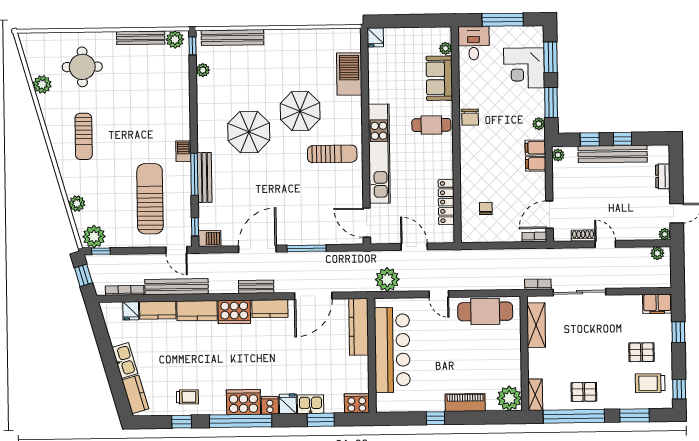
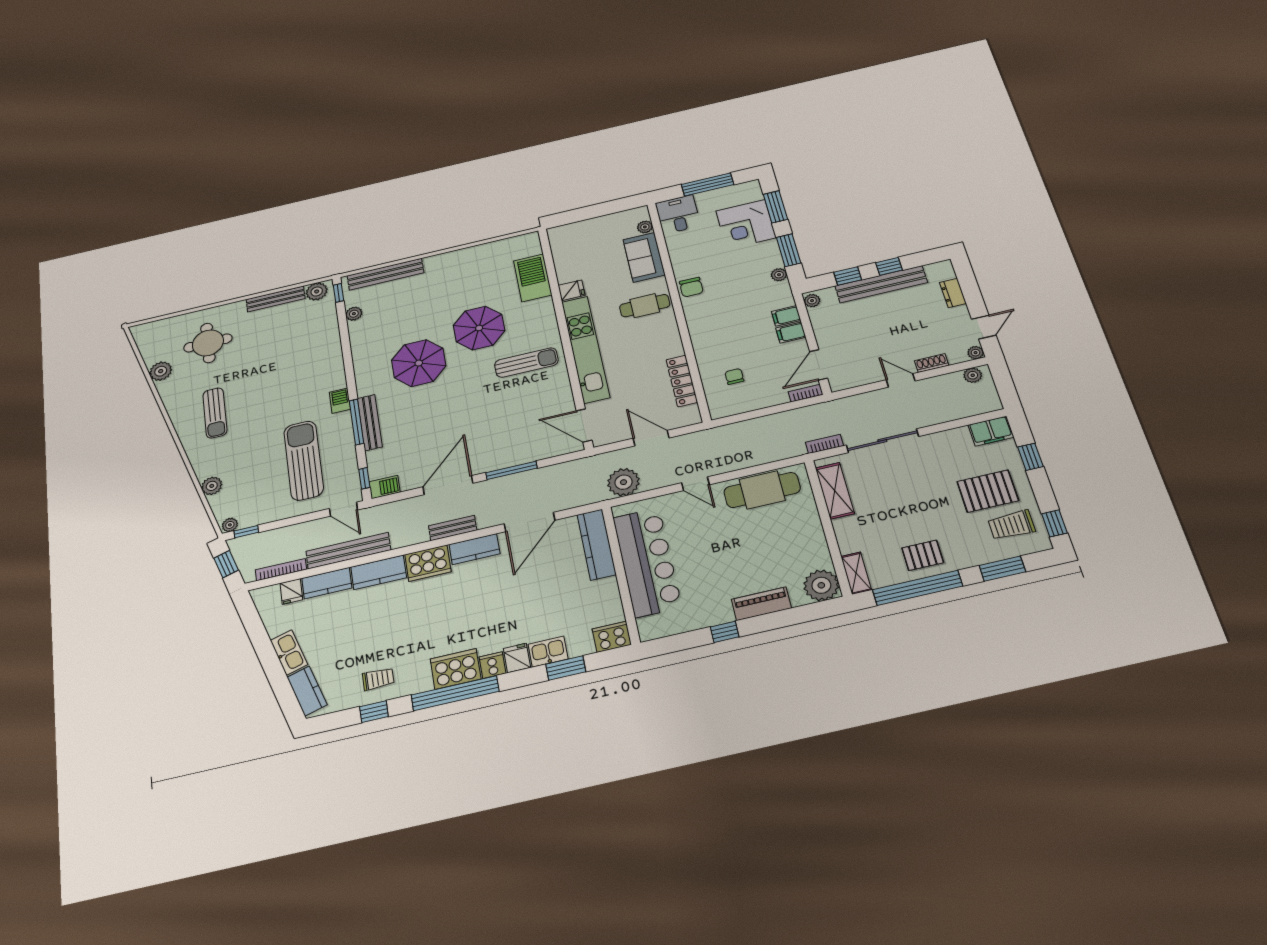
fridge: (375, 37) -> (572, 290), moved, turned -90
filing cabinet: (535, 148) -> (791, 333), moved
shoe rack: (583, 236) -> (932, 363), moved
plant: (94, 237) -> (230, 525), width x0.53, depth x0.53
pallet: (642, 352) -> (988, 491), width x1.50, depth x1.42

